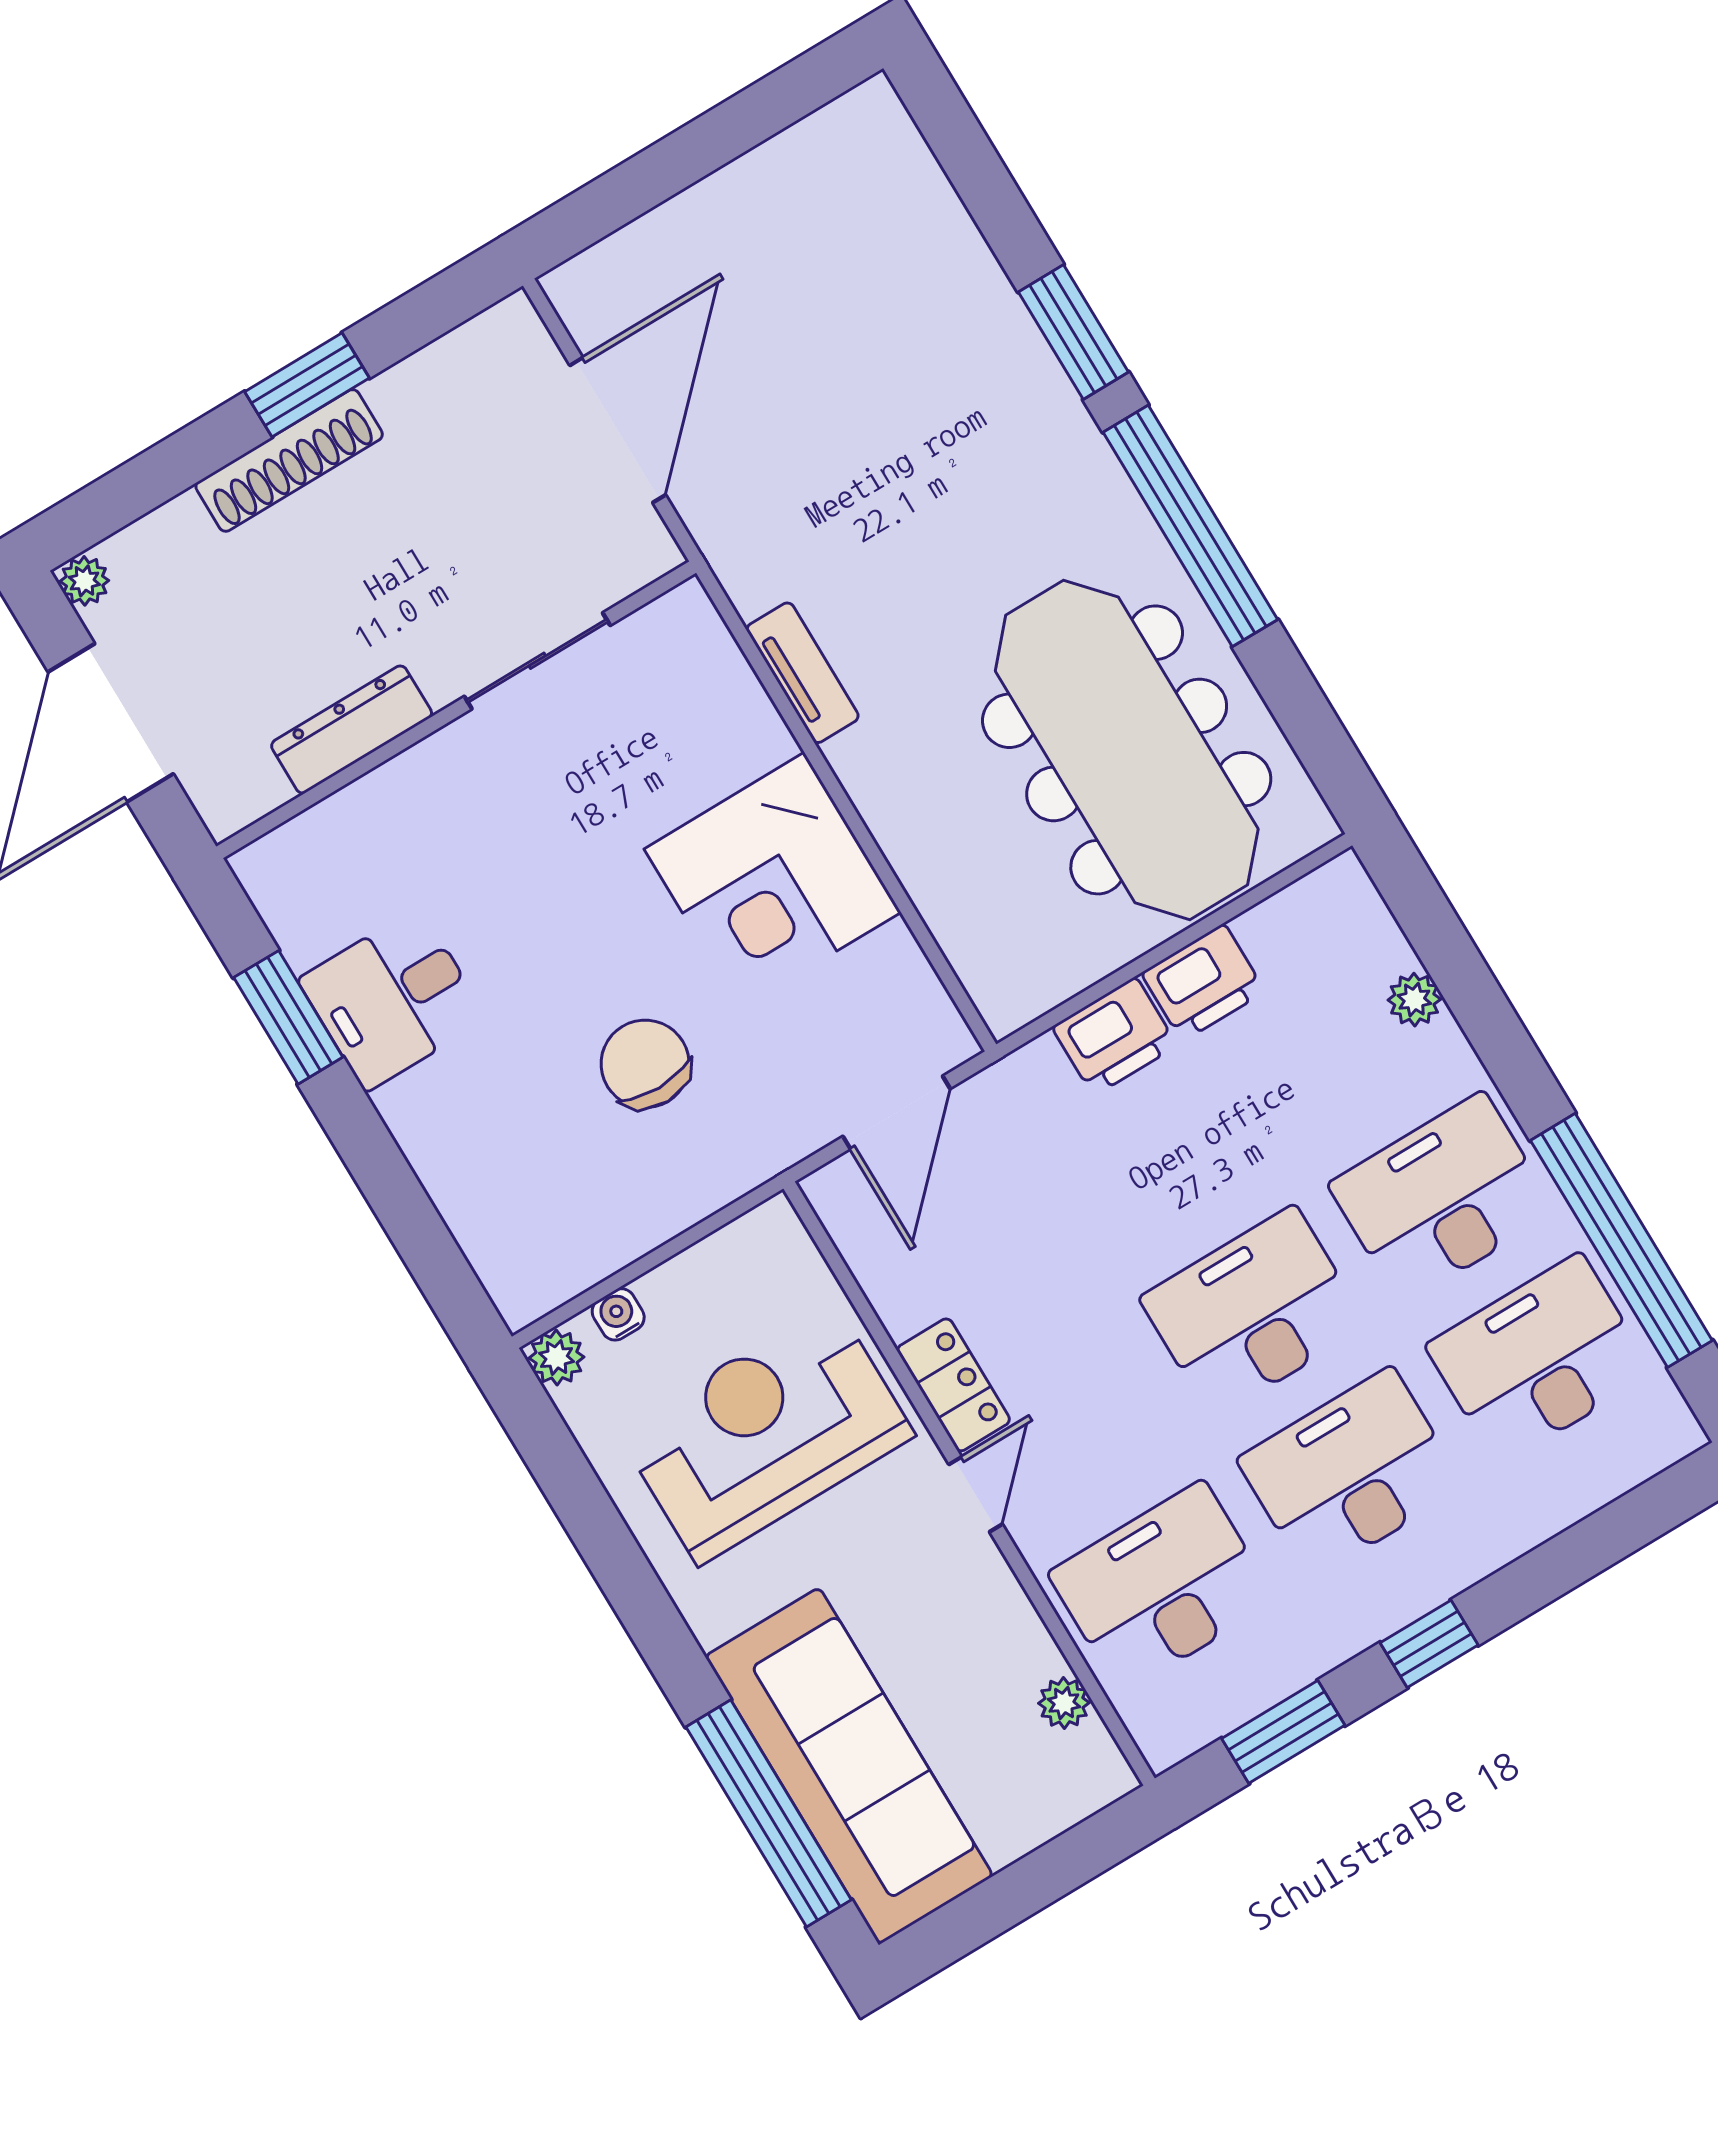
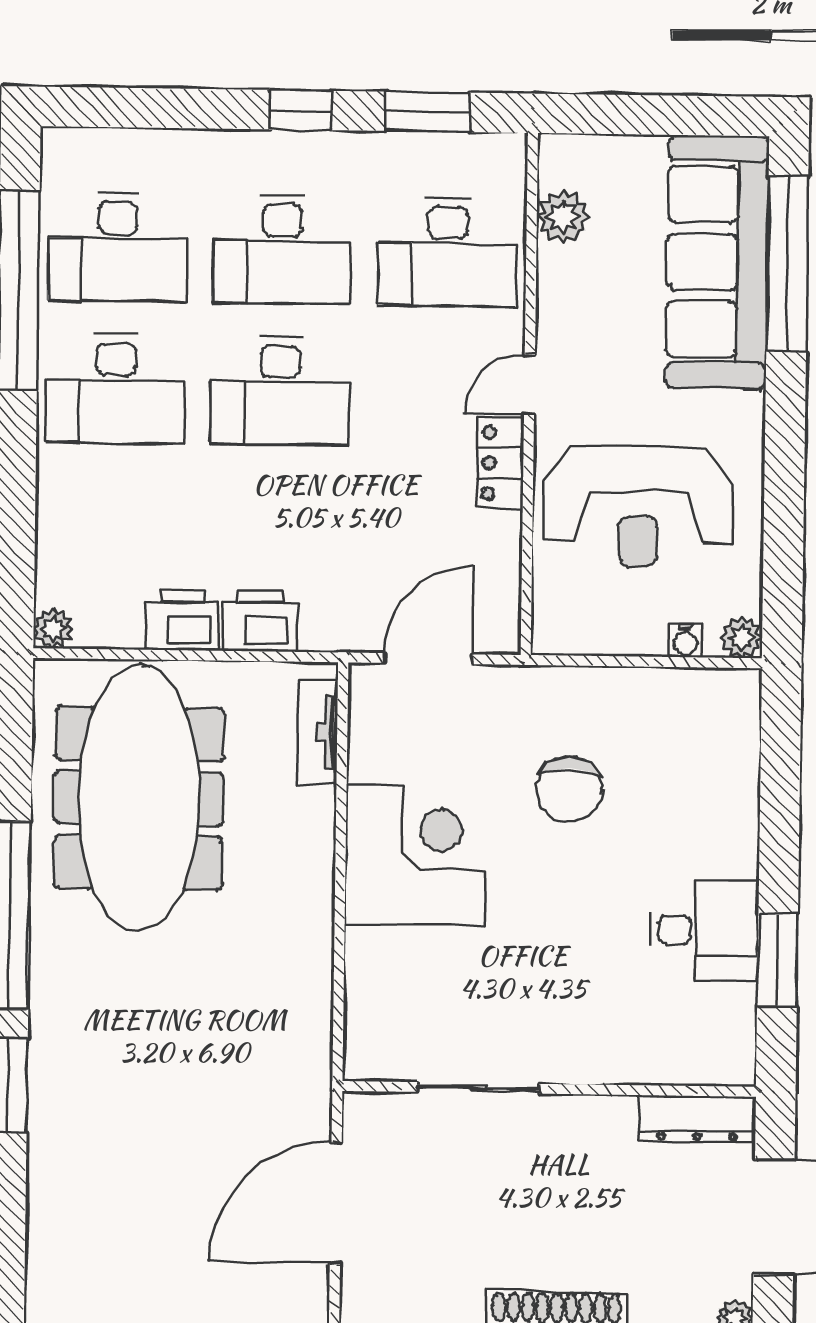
tv unit: (803, 673) -> (318, 732), moved
dresser: (352, 730) -> (697, 1119), moved
plant: (1414, 1000) -> (53, 629), moved
plant: (1064, 1703) -> (563, 217), width x1.38, depth x1.38

